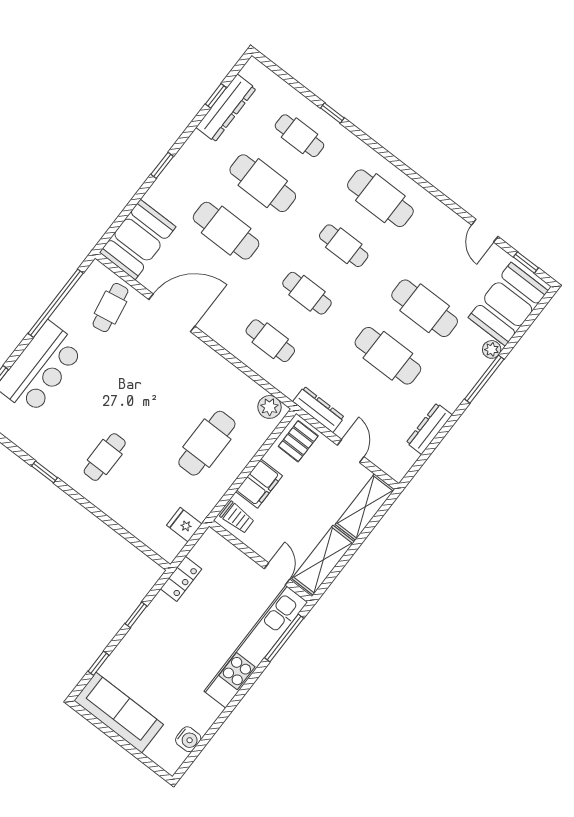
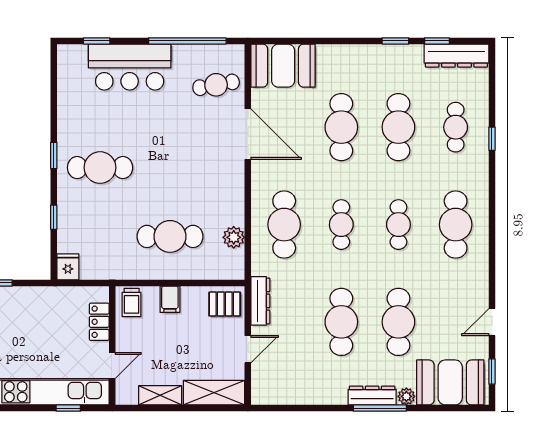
dresser: (226, 108) -> (456, 56), moved
window: (162, 165) -> (395, 41), moved
cafe table: (270, 341) -> (284, 225), width x1.37, depth x1.35
plant: (270, 407) -> (234, 237), moved
dresser: (429, 429) -> (372, 396), moved
cafe table: (105, 457) -> (100, 168), width x1.37, depth x1.35
window: (44, 472) -> (54, 155), moved
filing cabinet: (259, 484) -> (170, 299), width x0.50
fridge: (184, 525) -> (68, 267), moved
window: (116, 527) -> (54, 217), added
shelving: (323, 560) -> (160, 395), width x0.67, depth x0.75
locker: (181, 579) -> (99, 322), moved, turned 90
window: (284, 638) -> (68, 408), width x0.46

